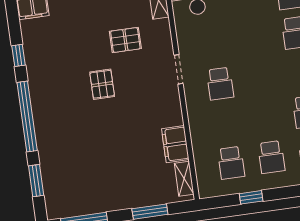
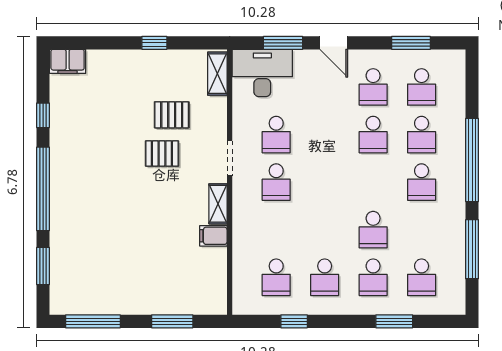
school desk: (214, 44) -> (276, 135), added
pallet: (102, 84) -> (162, 154), moved, turned 90
filing cabinet: (175, 144) -> (213, 236), width x0.50
shelving: (184, 179) -> (218, 204), moved

